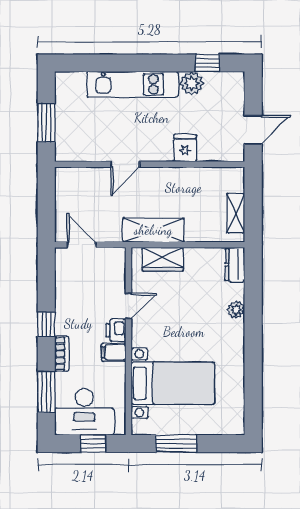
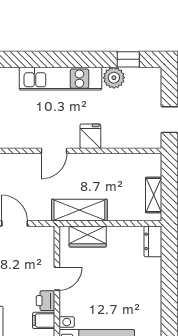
fridge: (185, 148) -> (90, 136), moved
plant: (236, 310) -> (154, 282), removed

